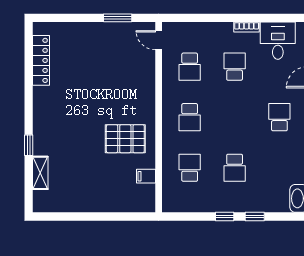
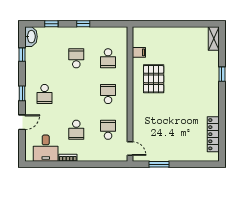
pallet: (125, 139) -> (154, 79), turned 90
shelving: (40, 173) -> (214, 39), moved
window: (255, 217) -> (51, 24), moved

